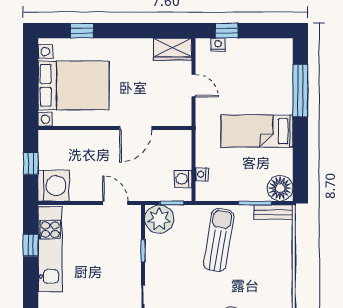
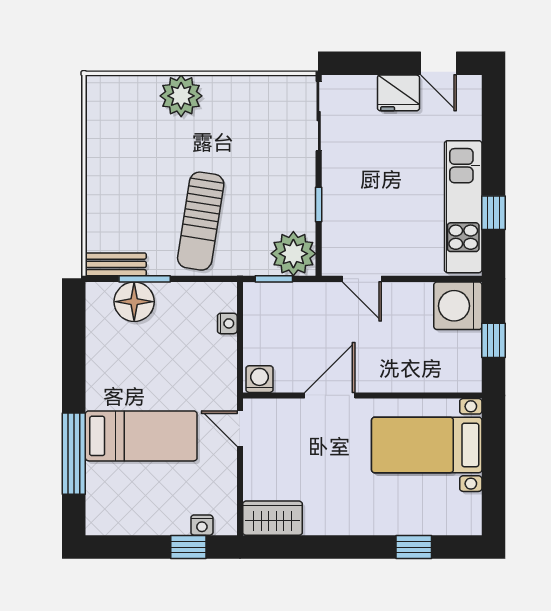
bed with nightstands: (74, 85) -> (427, 445), width x0.73
door: (194, 86) -> (240, 429), moved
bed: (257, 131) -> (141, 436), moved
washing machine: (183, 179) -> (260, 379), moved, turned -90
floor lamp: (280, 188) -> (134, 302), moved

